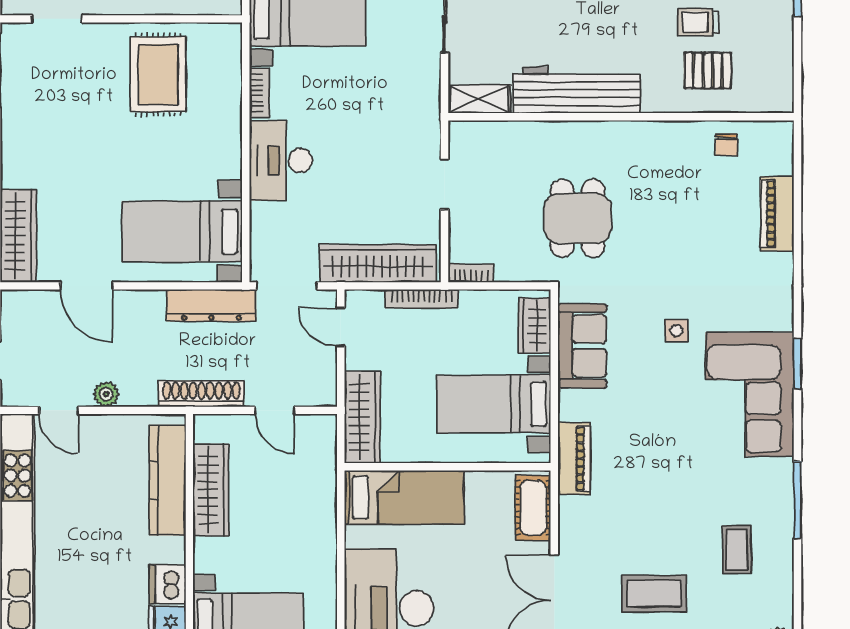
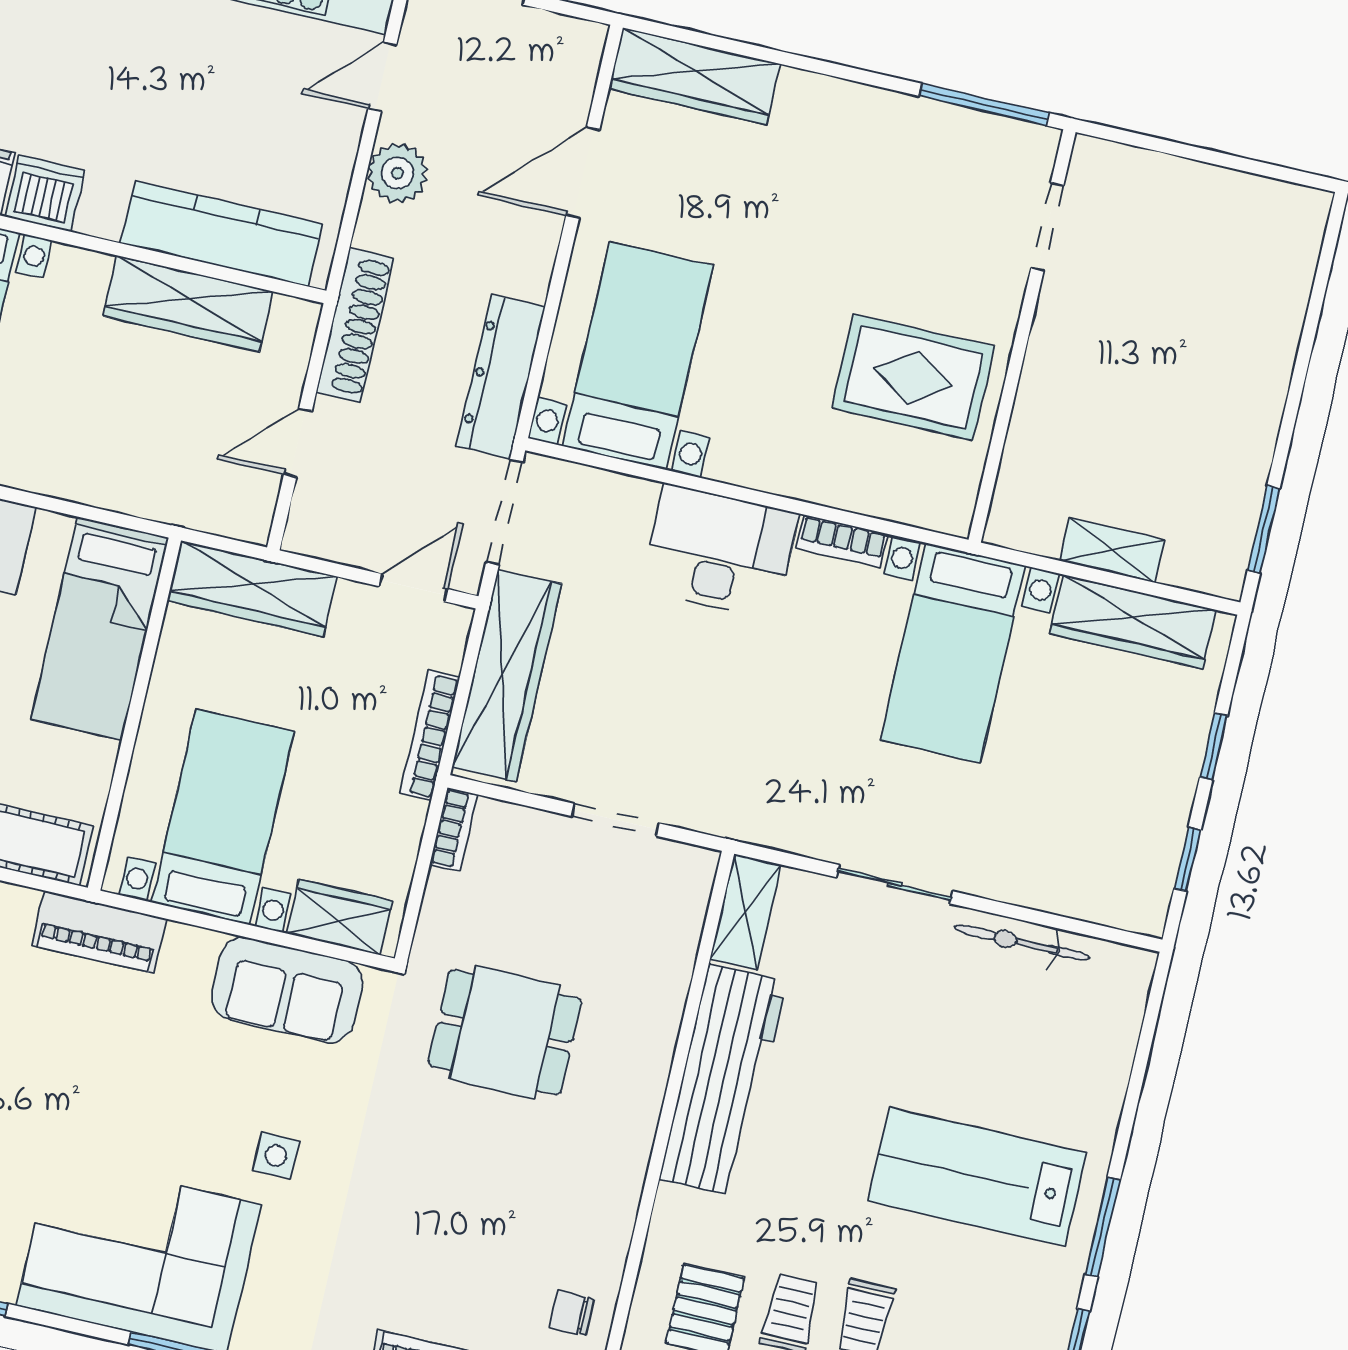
plant: (106, 394) -> (397, 173), width x1.38, depth x1.38

